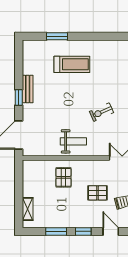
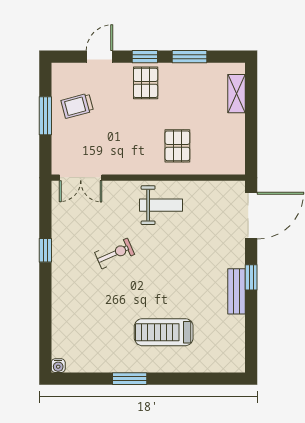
window: (57, 36) -> (130, 379), moved
weight bench: (73, 141) -> (161, 205), turned 180
pallet: (98, 193) -> (146, 83), moved, turned 90
door: (111, 231) -> (99, 57), swing flipped

